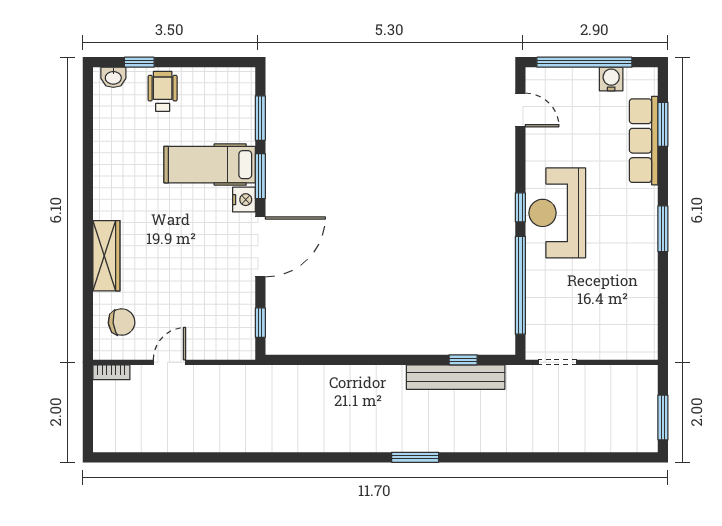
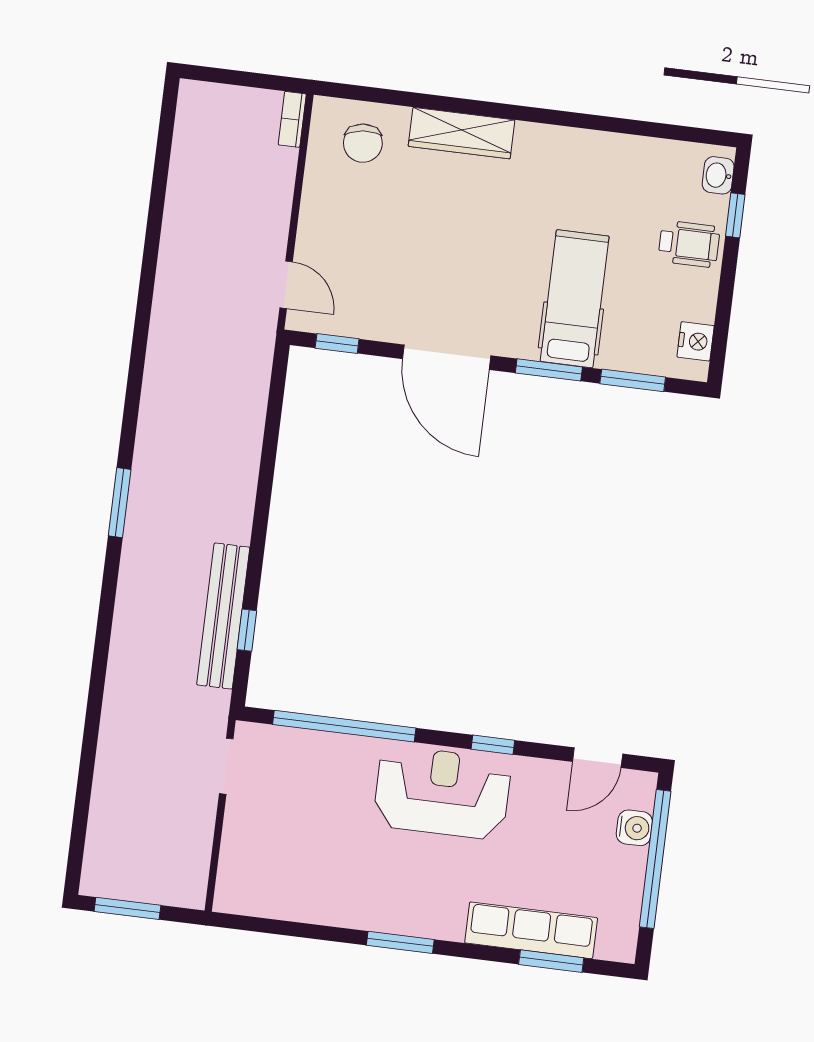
water cooler: (611, 79) -> (634, 828), moved
nightstand: (244, 200) -> (696, 341), moved, turned -90
window: (520, 207) -> (493, 745), moved
door: (169, 362) -> (286, 285), moved
window: (415, 457) -> (120, 503), moved

